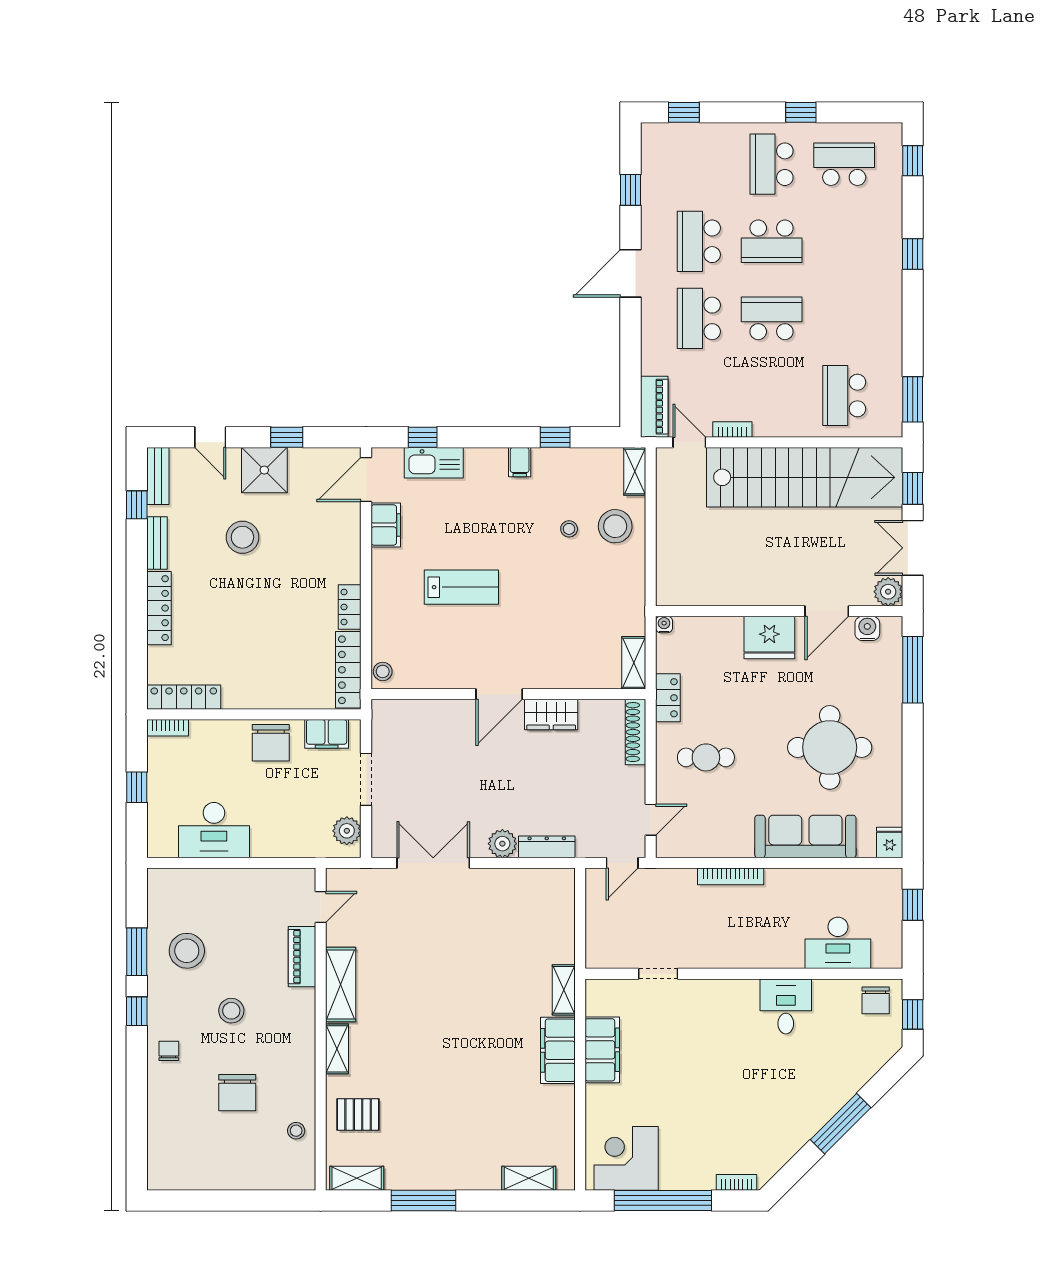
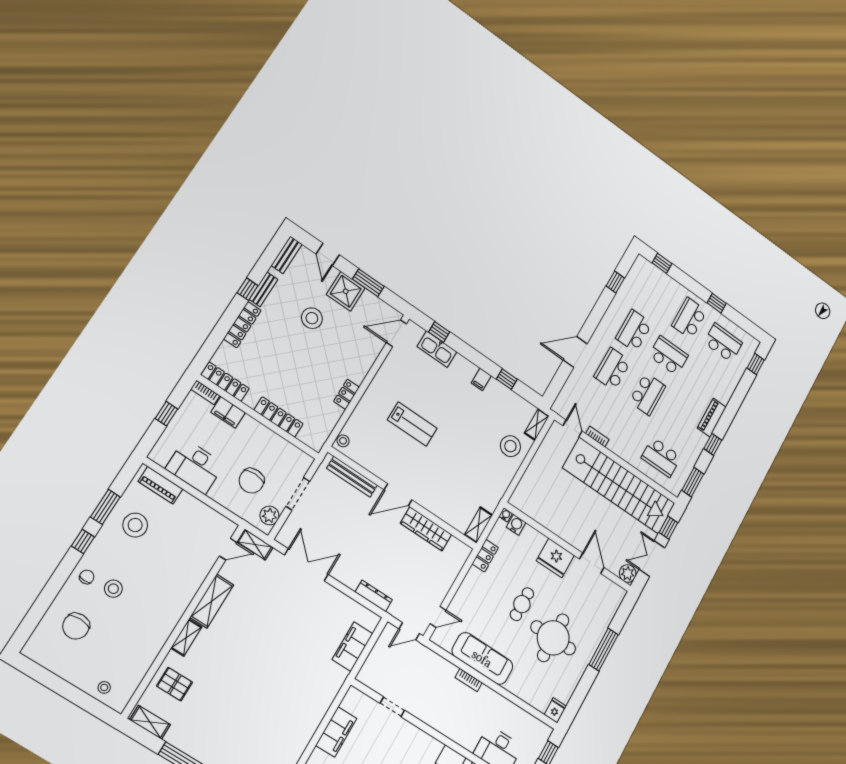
school desk: (772, 241) -> (669, 356), turned 180
window: (913, 254) -> (713, 444), moved
door: (630, 273) -> (575, 352), moved
school desk: (772, 318) -> (647, 394), turned 90
school desk: (844, 395) -> (661, 457), turned -90
piano: (654, 407) -> (712, 418), moved, turned 180
window: (287, 437) -> (368, 283), width x1.50
window: (137, 505) -> (248, 289), moved
filing cabinet: (386, 525) -> (392, 364), removed
stool: (569, 529) -> (486, 431), removed
door: (827, 611) -> (592, 563), swing flipped
water cooler: (867, 628) -> (516, 525), moved
locker: (348, 670) -> (279, 417), moved, turned 90
window: (913, 670) -> (603, 650), moved
bench: (423, 711) -> (352, 477), added
wardrobe: (551, 715) -> (426, 529), width x1.50
shoe rack: (635, 732) -> (458, 563), removed
filing cabinet: (327, 734) -> (228, 412), moved
chair: (271, 743) -> (251, 481), moved
cafe table: (706, 757) -> (522, 604), moved, turned 90
sofa: (805, 836) -> (482, 659), moved
plant: (502, 844) -> (351, 578), removed
bookcase: (731, 876) -> (469, 680), width x0.64
piano: (302, 957) -> (160, 485), moved, turned -90
shelving: (564, 990) -> (255, 544), moved, turned 90
stool: (231, 1011) -> (113, 589), moved
filing cabinet: (558, 1050) -> (352, 646), moved
chair: (237, 1093) -> (76, 626), moved
stool: (296, 1131) -> (104, 687), moved

